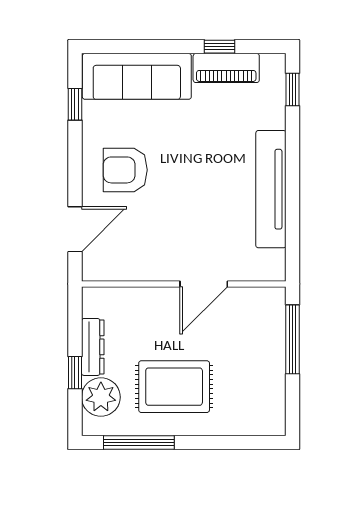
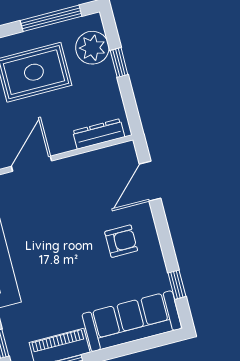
armchair: (125, 170) -> (121, 241), width x0.72, depth x0.72
dresser: (93, 347) -> (99, 134), moved, turned 90

